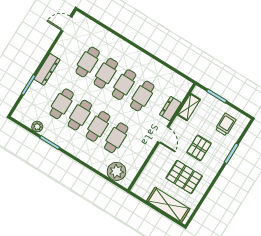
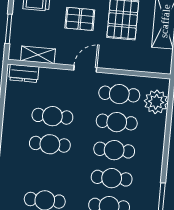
cafe table: (106, 73) -> (119, 94), moved
dresser: (170, 109) -> (24, 73), moved

